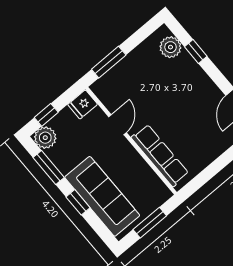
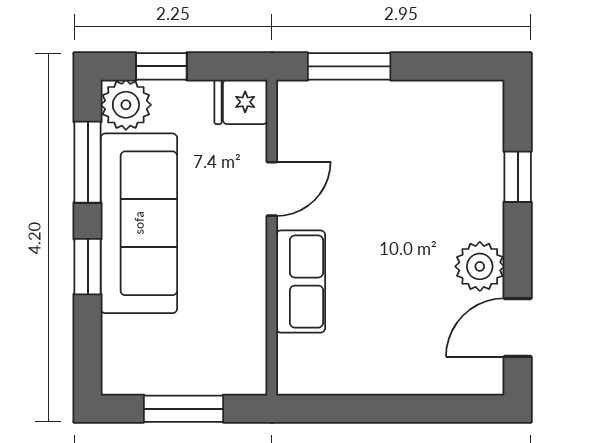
plant: (170, 47) -> (480, 266), moved
row of seats: (160, 155) -> (301, 282), width x0.68
sofa: (102, 196) -> (139, 223), moved

